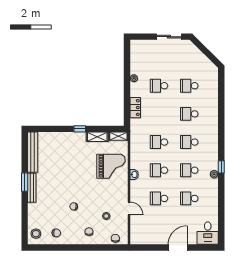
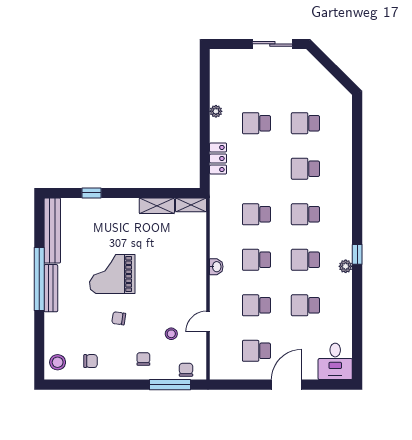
window: (80, 129) -> (91, 193), moved
grand piano: (111, 166) -> (112, 274), moved, turned 180
window: (25, 182) -> (39, 279), width x2.11
door: (129, 208) -> (208, 322), swing flipped
school desk: (159, 227) -> (256, 351), added
window: (105, 247) -> (170, 385), added

